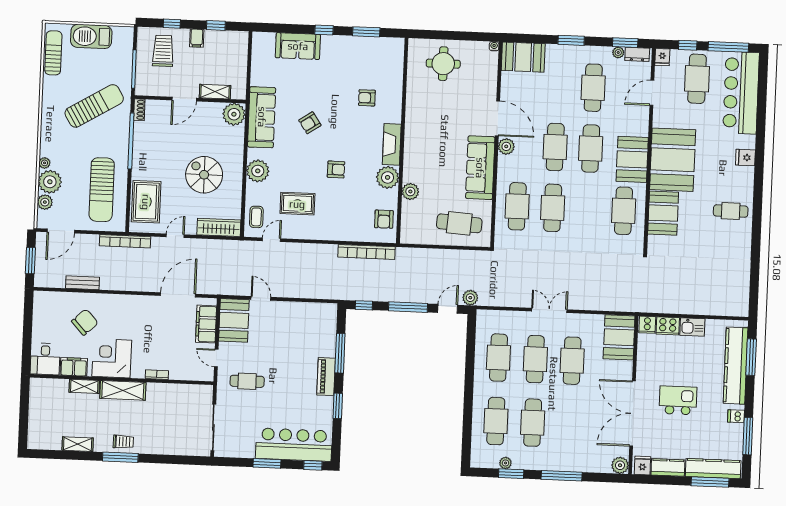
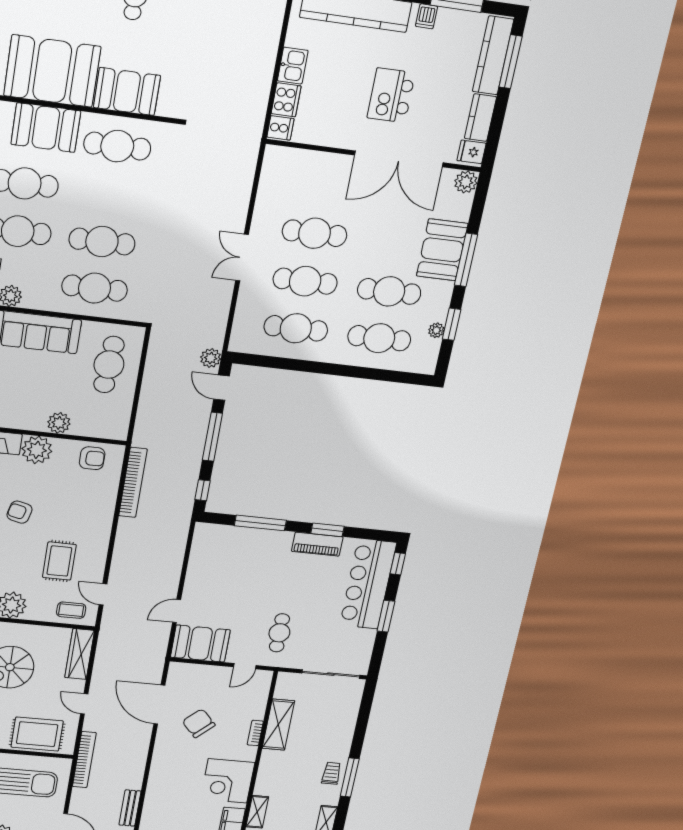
armchair: (336, 169) -> (20, 512), turned -77
chair: (85, 322) -> (199, 723), moved
filing cabinet: (206, 324) -> (201, 675), removed
booth: (619, 337) -> (442, 250), moved, turned 90
piano: (326, 377) -> (317, 544), moved
shelving: (123, 390) -> (278, 725), moved

